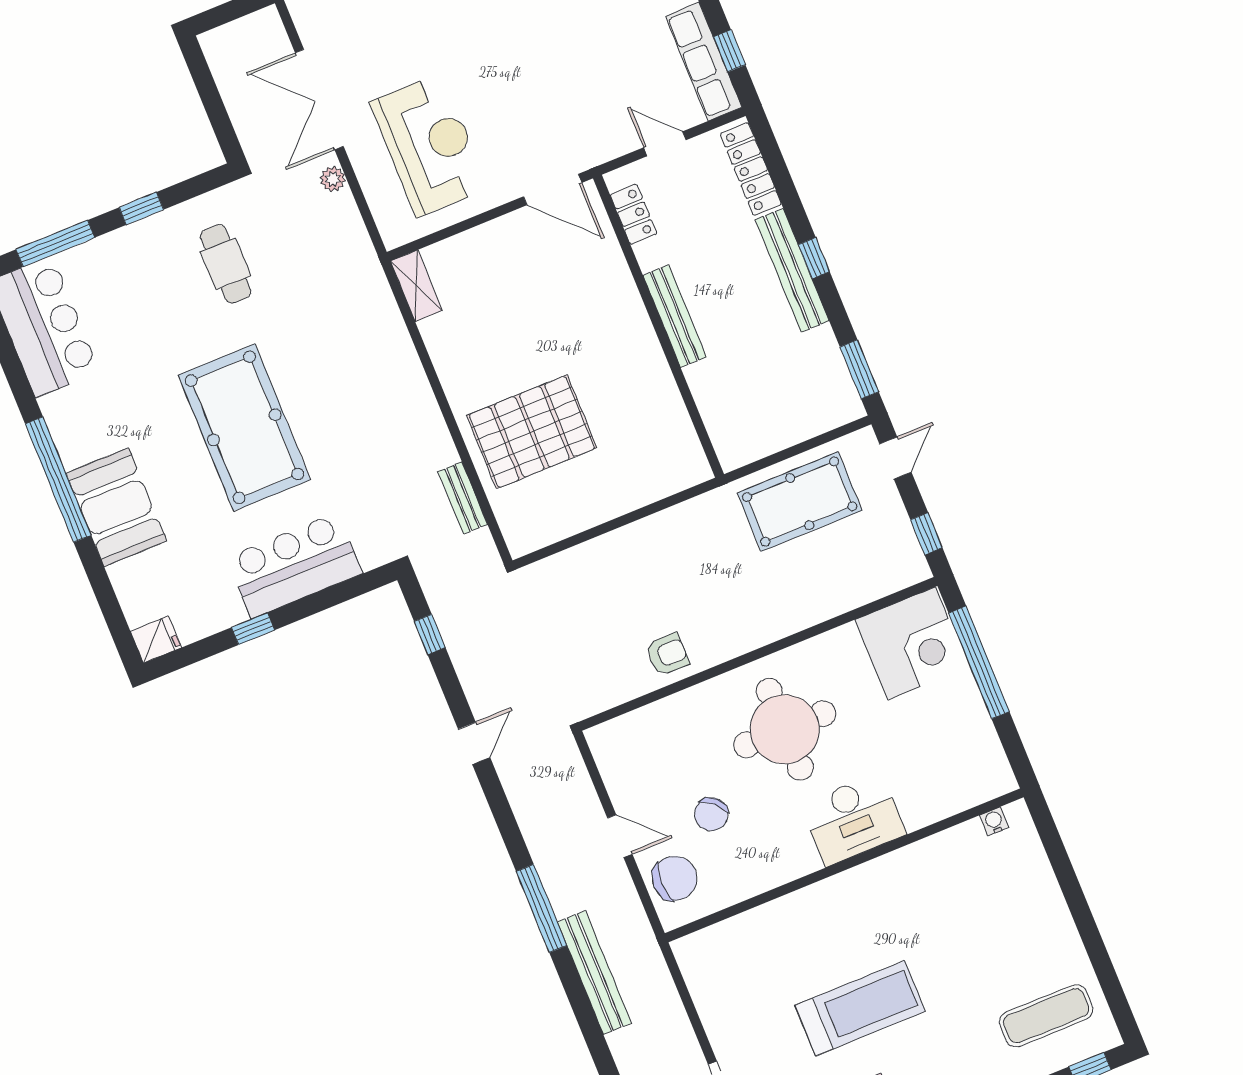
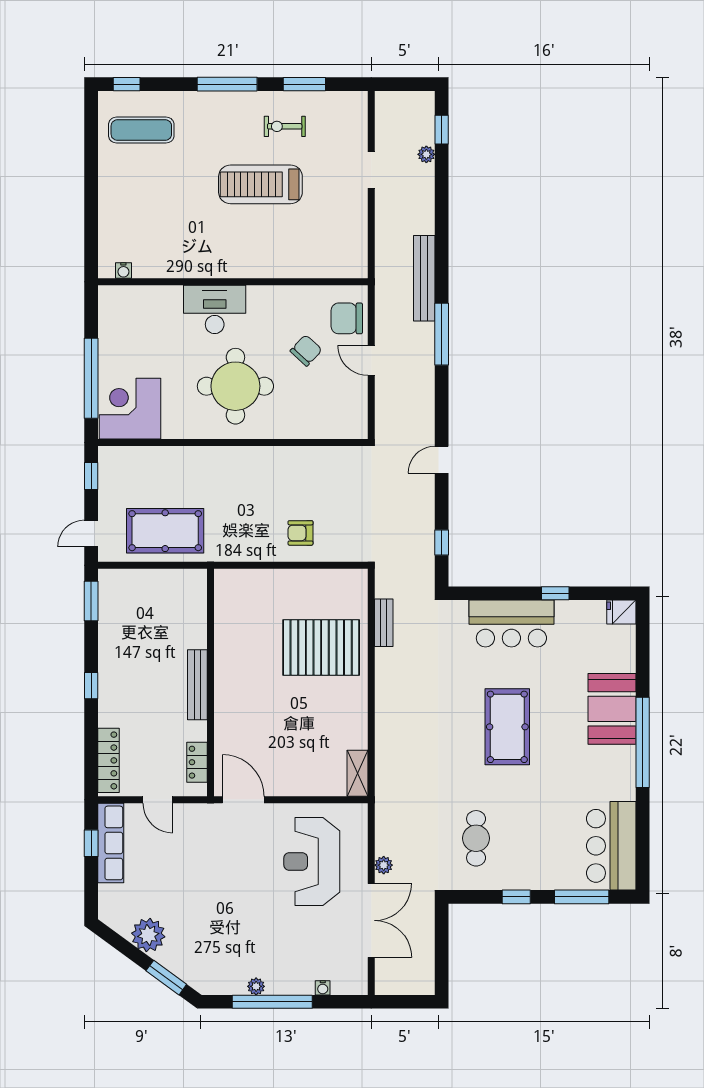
bench: (792, 270) -> (108, 683), removed
pool table: (244, 427) -> (507, 727), width x0.73, depth x0.76
armchair: (667, 654) -> (301, 533), moved

